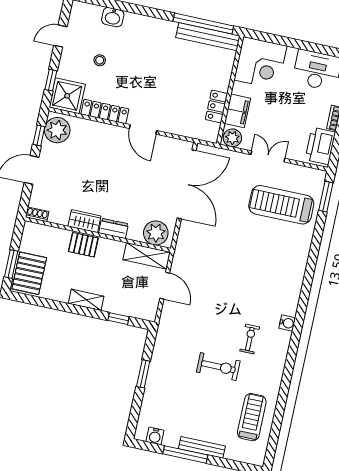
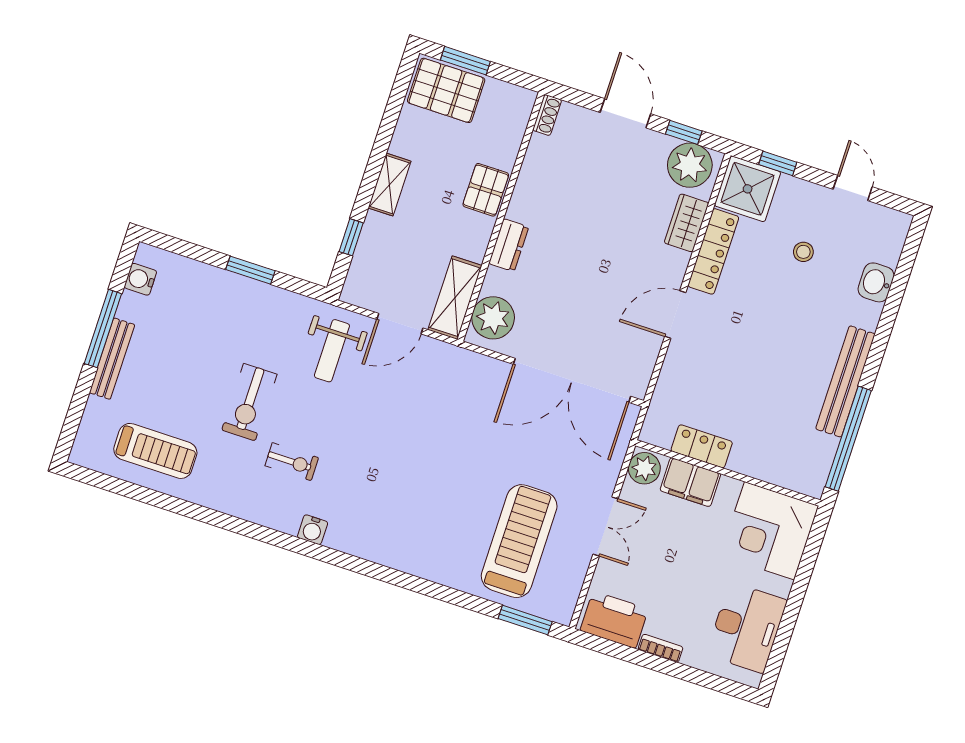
bench: (208, 37) -> (845, 381), moved
wardrobe: (84, 221) -> (686, 223), moved, turned 180
weight bench: (184, 323) -> (332, 351), added

